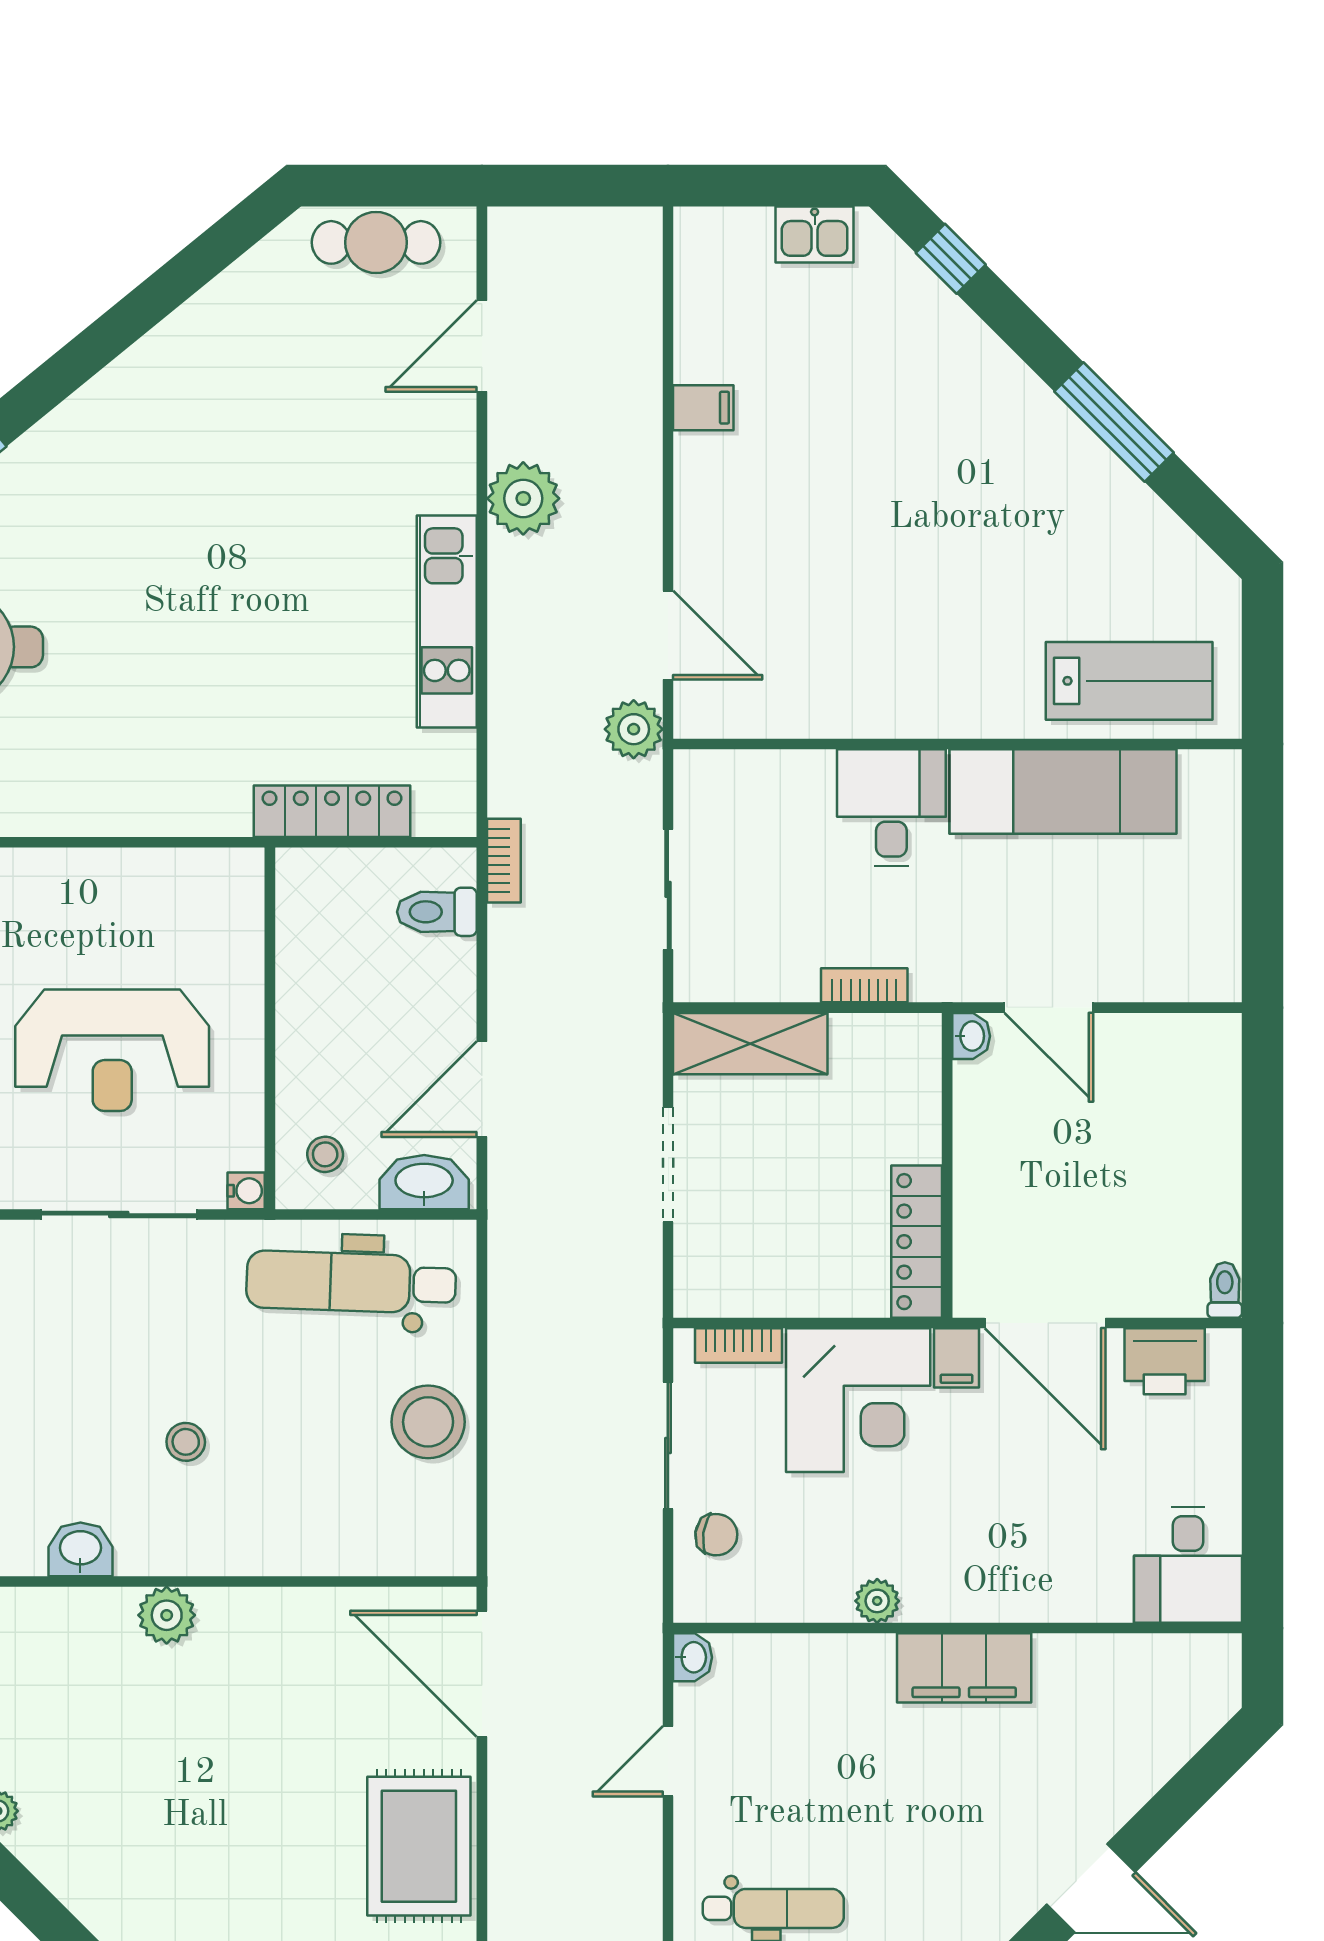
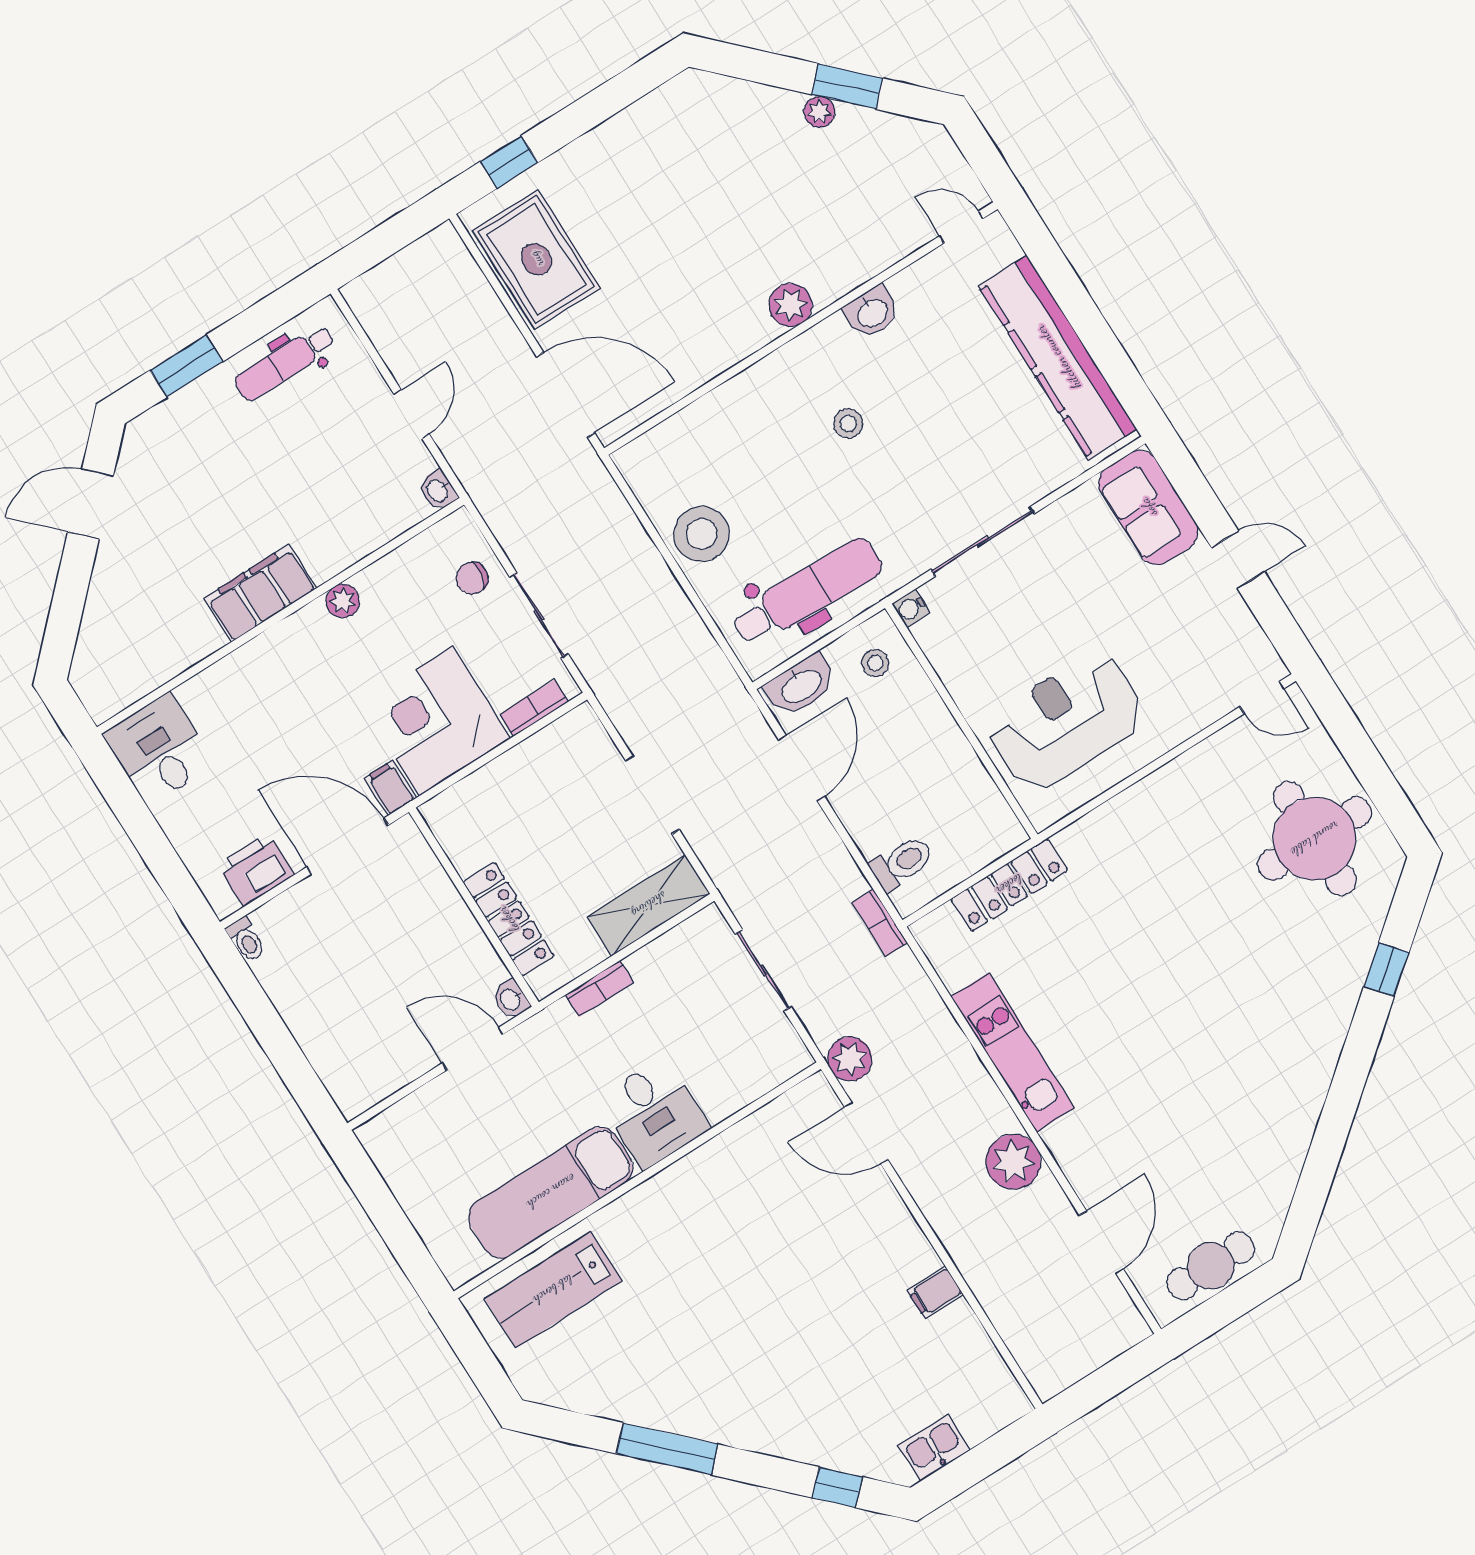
reception desk: (112, 1050) -> (1066, 721), moved
locker: (917, 1242) -> (508, 919), moved

